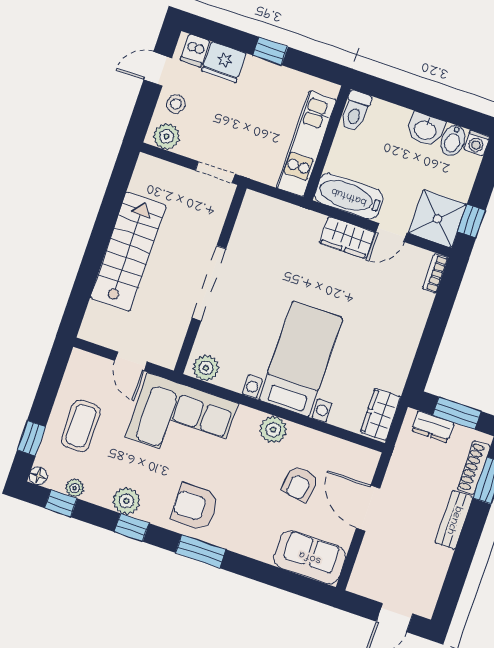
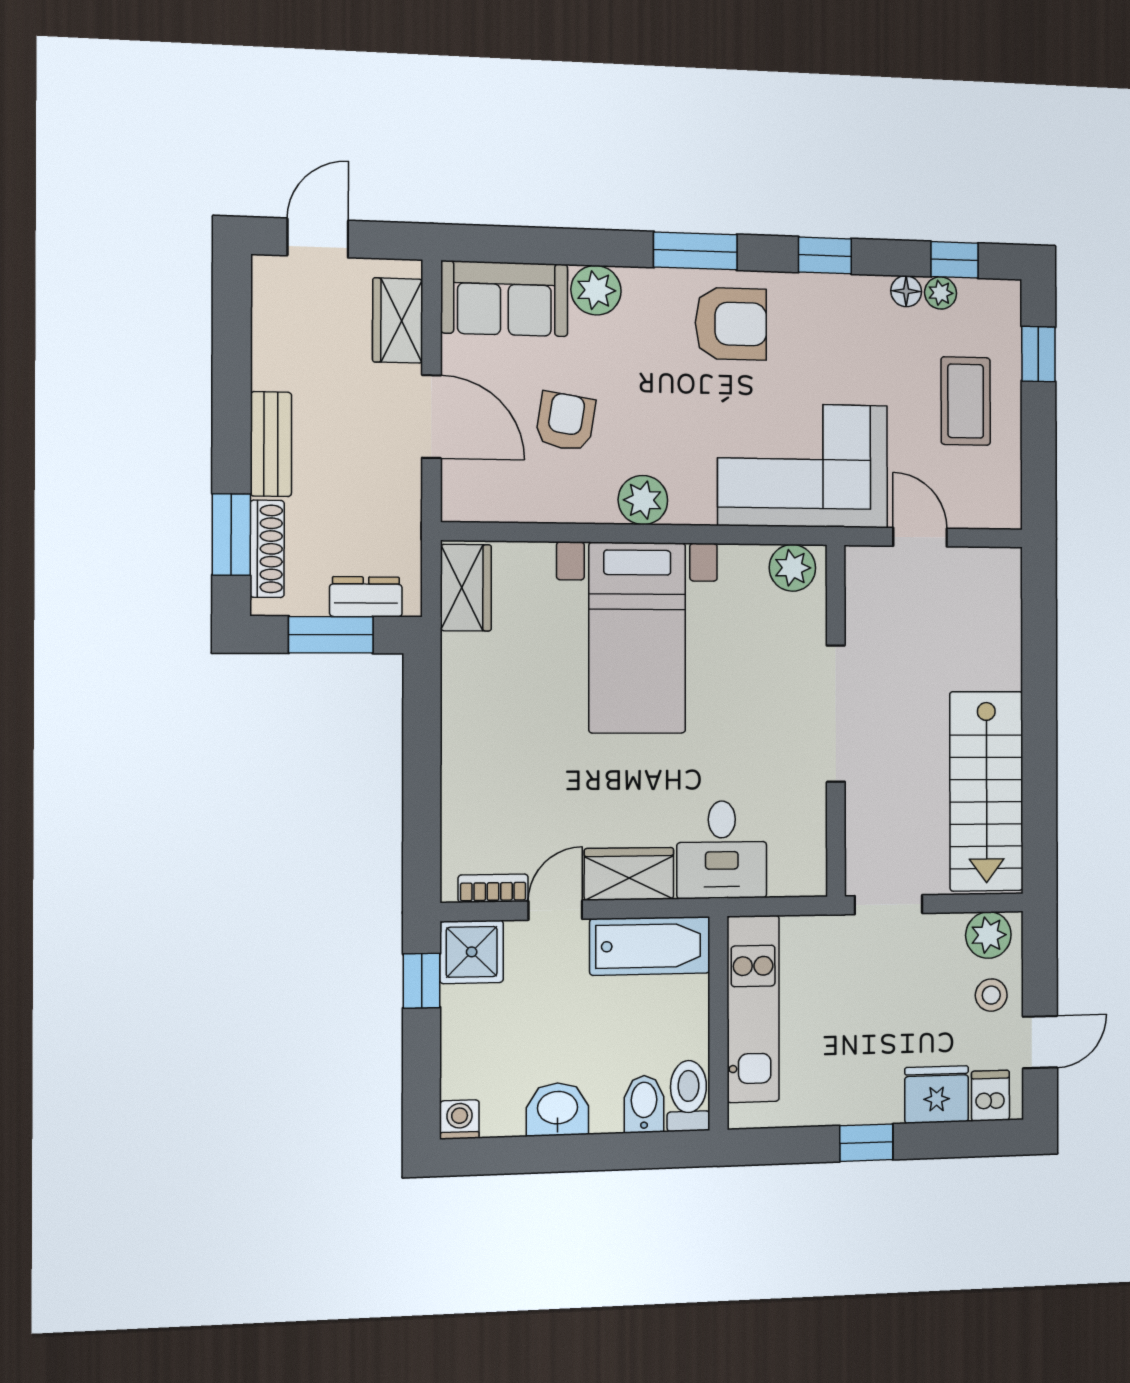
bidet: (453, 140) -> (644, 1104), moved
shower: (438, 219) -> (472, 952), width x0.73, depth x0.73
desk: (294, 233) -> (722, 850), added
stairs: (128, 252) -> (986, 791), moved
bookcase: (435, 273) -> (493, 888), moved, turned -90
floor lamp: (38, 476) -> (906, 291), moved
plant: (126, 501) -> (596, 290), moved
wardrobe: (369, 563) -> (398, 321), added

